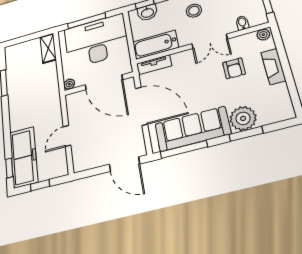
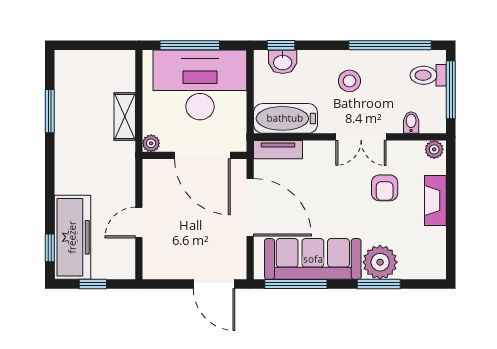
shelving: (48, 48) -> (125, 116), moved

